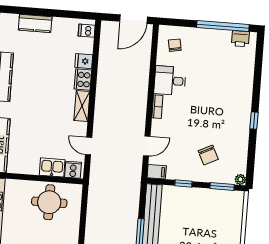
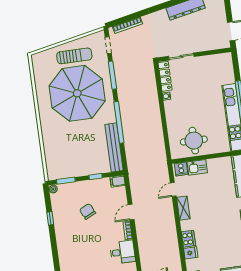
shelving: (82, 106) -> (183, 208), moved
window: (254, 121) -> (50, 218), moved
door: (89, 146) -> (173, 189), swing flipped
door: (147, 146) -> (131, 212), moved
chair: (208, 155) -> (88, 211), moved

